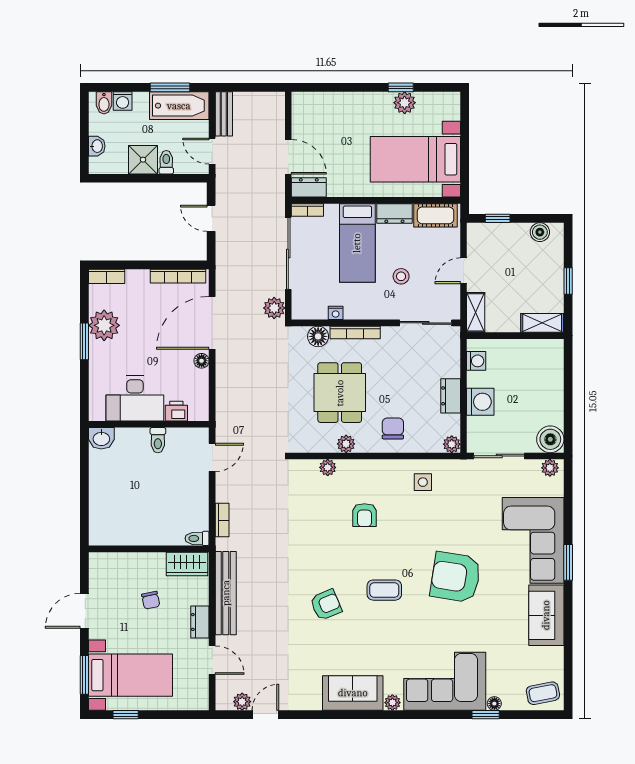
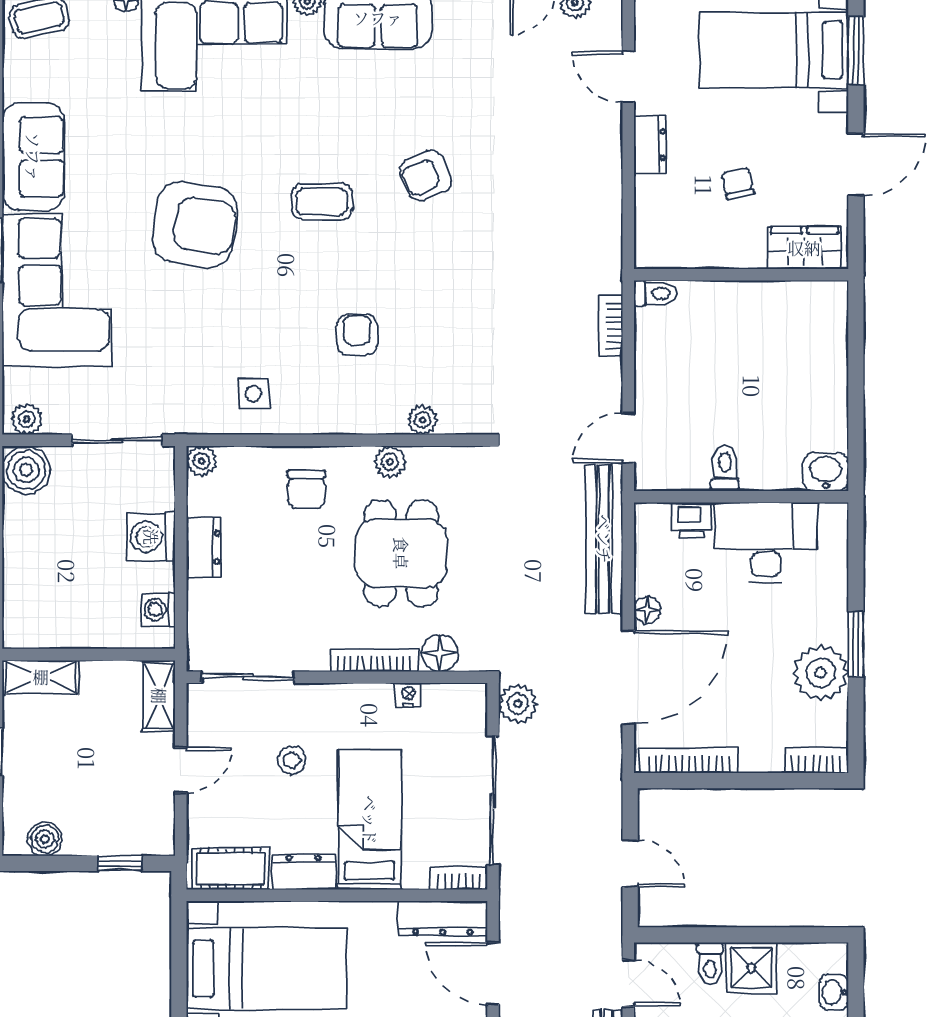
dresser: (309, 187) -> (443, 918), width x1.44
wardrobe: (187, 564) -> (804, 248), moved
bench: (226, 593) -> (604, 539), moved

